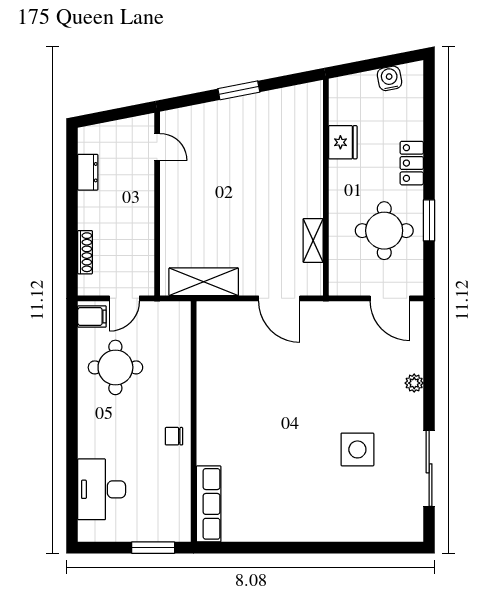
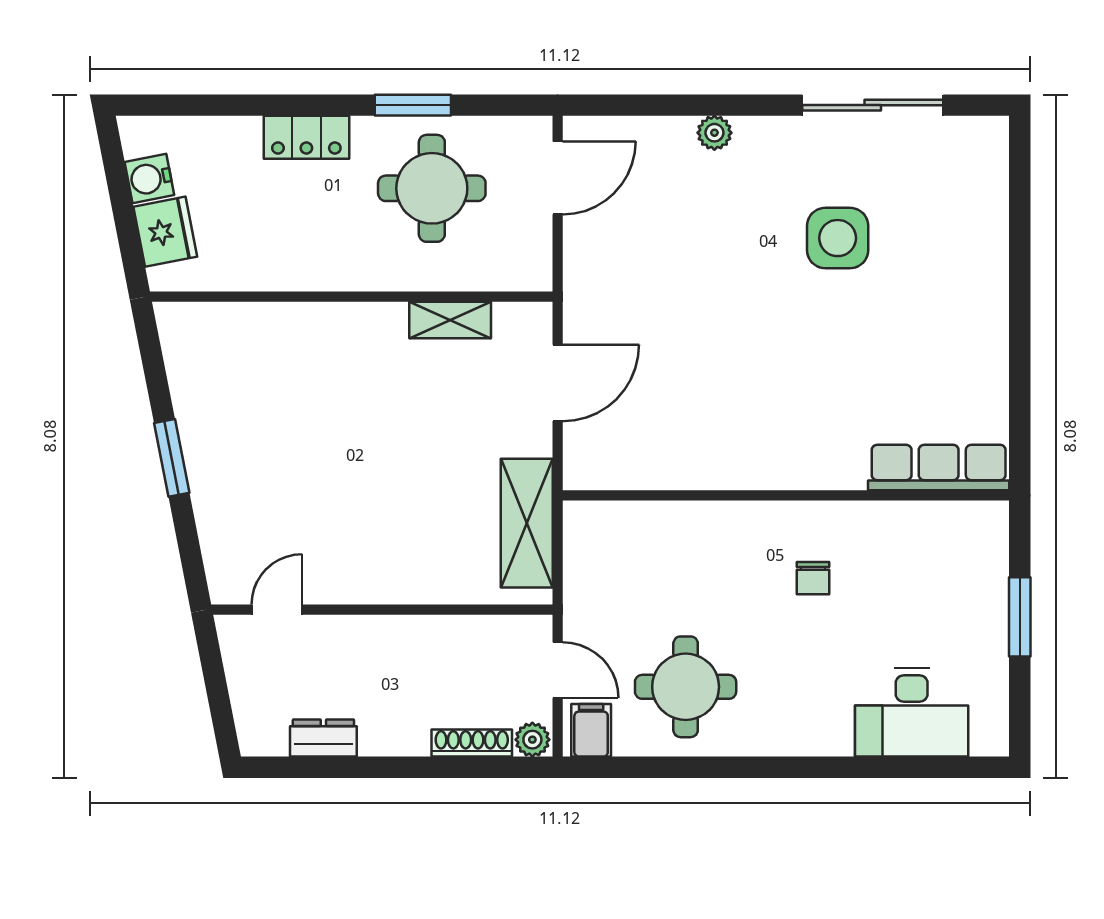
fridge: (343, 142) -> (165, 232), moved, turned 79
plant: (87, 285) -> (532, 740), added
wall: (194, 422) -> (786, 495), moved
row of seats: (209, 504) -> (939, 468), moved

